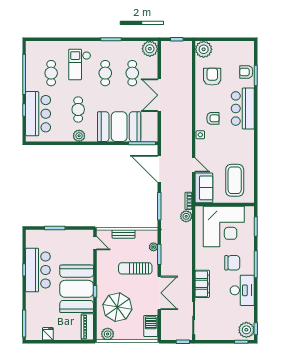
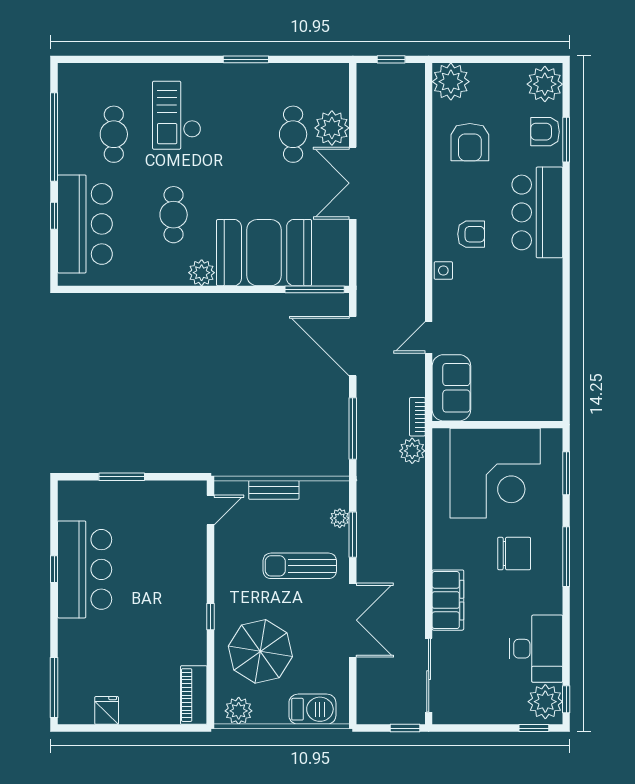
plant: (150, 49) -> (332, 128), moved
plant: (246, 50) -> (545, 84), added
cafe table: (105, 73) -> (233, 134), removed
armchair: (212, 77) -> (470, 142), turned 180
plant: (79, 136) -> (202, 273), moved
door: (194, 165) -> (429, 337), swing flipped
coffee table: (235, 180) -> (519, 371), removed
door: (95, 243) -> (211, 510), hinge flipped
booth: (77, 289) -> (170, 611), removed
desk: (242, 290) -> (536, 649), moved
barbecue: (151, 326) -> (312, 709), moved, turned 90

